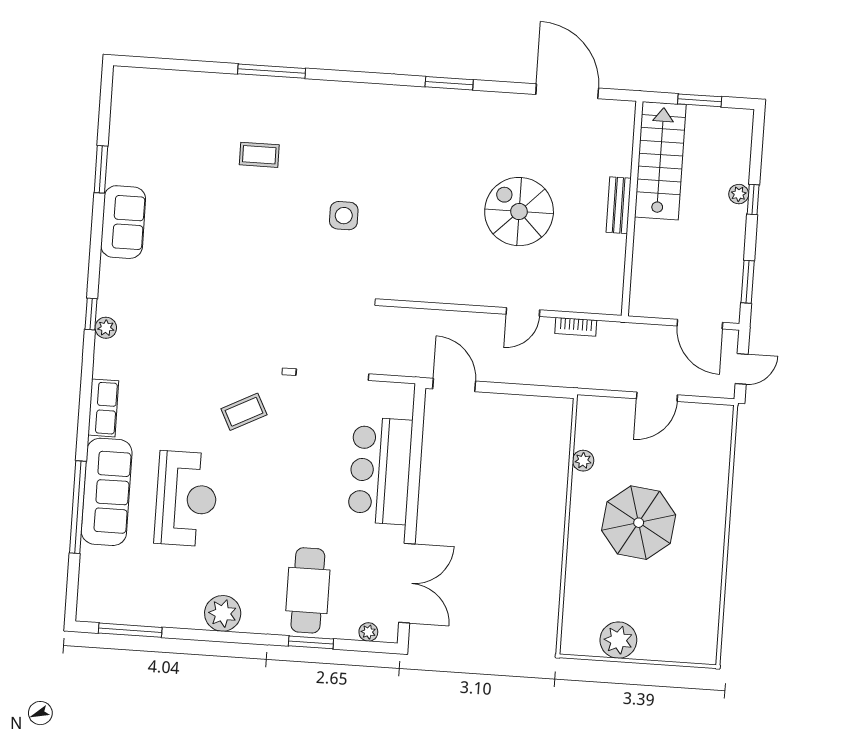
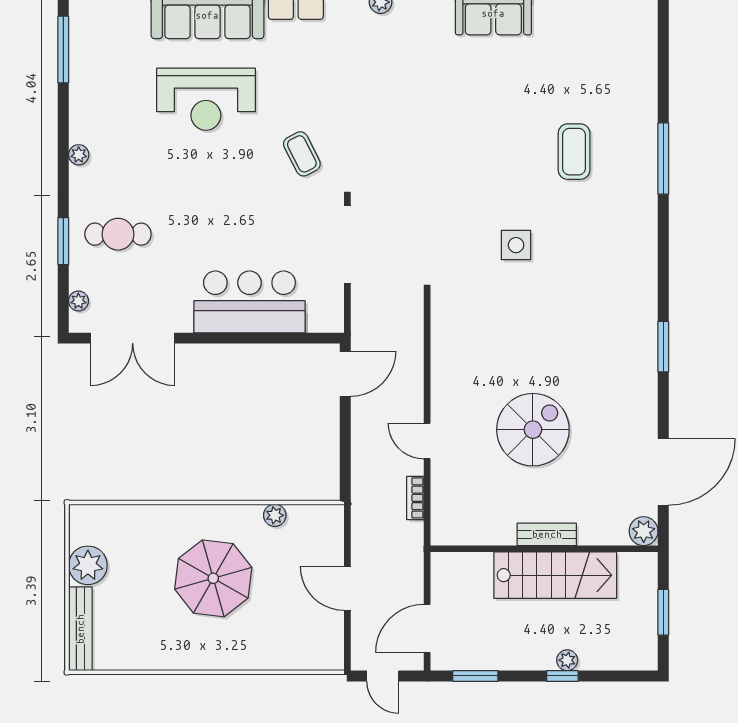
plant: (622, 114) -> (644, 531), added
coffee table: (259, 155) -> (574, 152), width x1.36, depth x1.30
stairs: (660, 161) -> (555, 575), moved
cafe table: (308, 590) -> (118, 234), width x0.73, depth x0.74
plant: (223, 613) -> (79, 155), width x0.53, depth x0.53
bench: (678, 651) -> (80, 629), added

